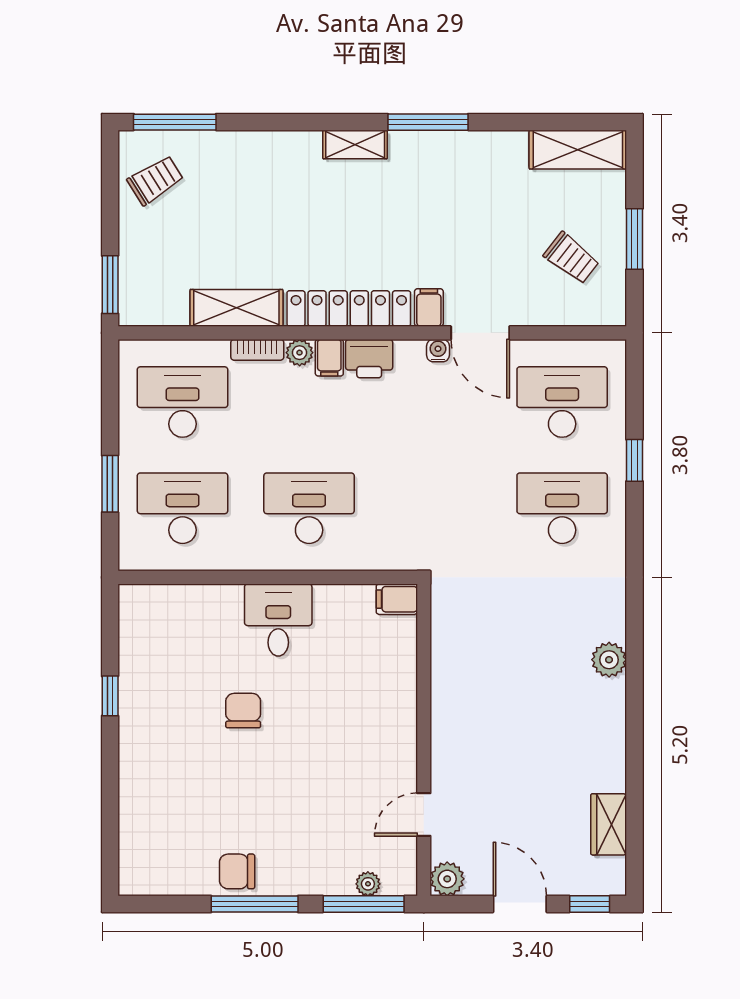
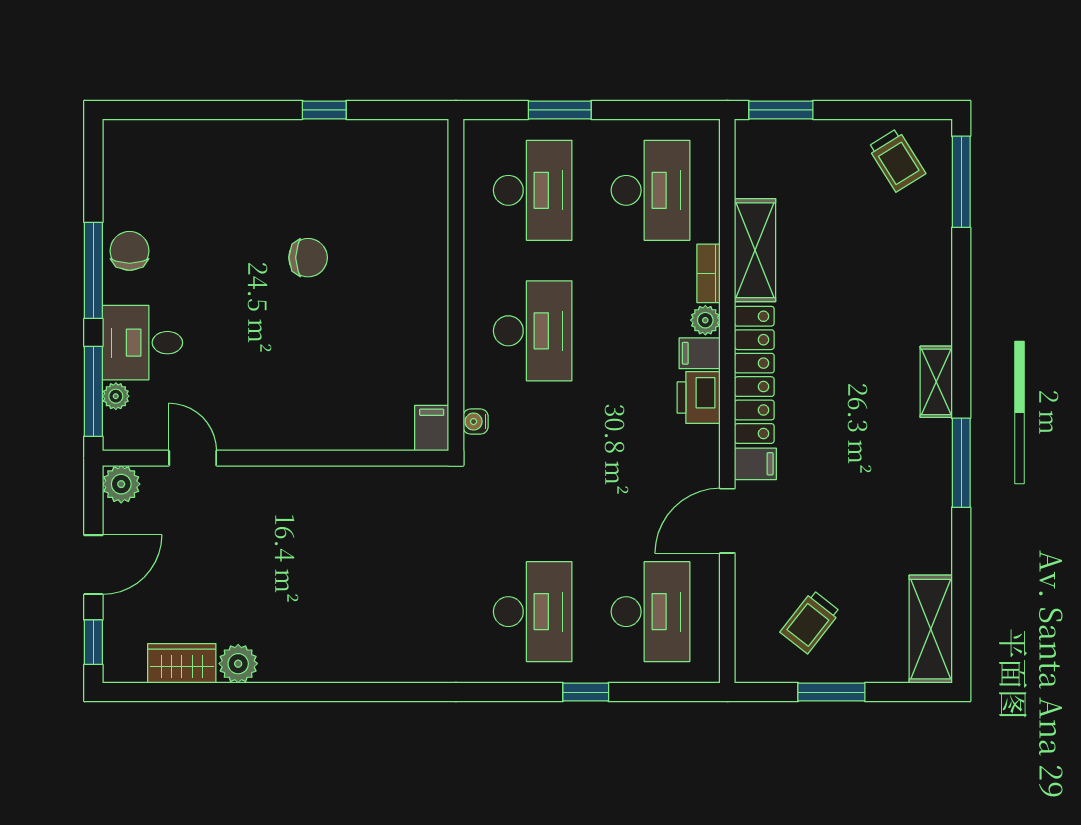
water cooler: (438, 351) -> (476, 422), moved, turned 180
desk: (278, 620) -> (142, 343), moved, turned 180
plant: (609, 660) -> (238, 664), moved

